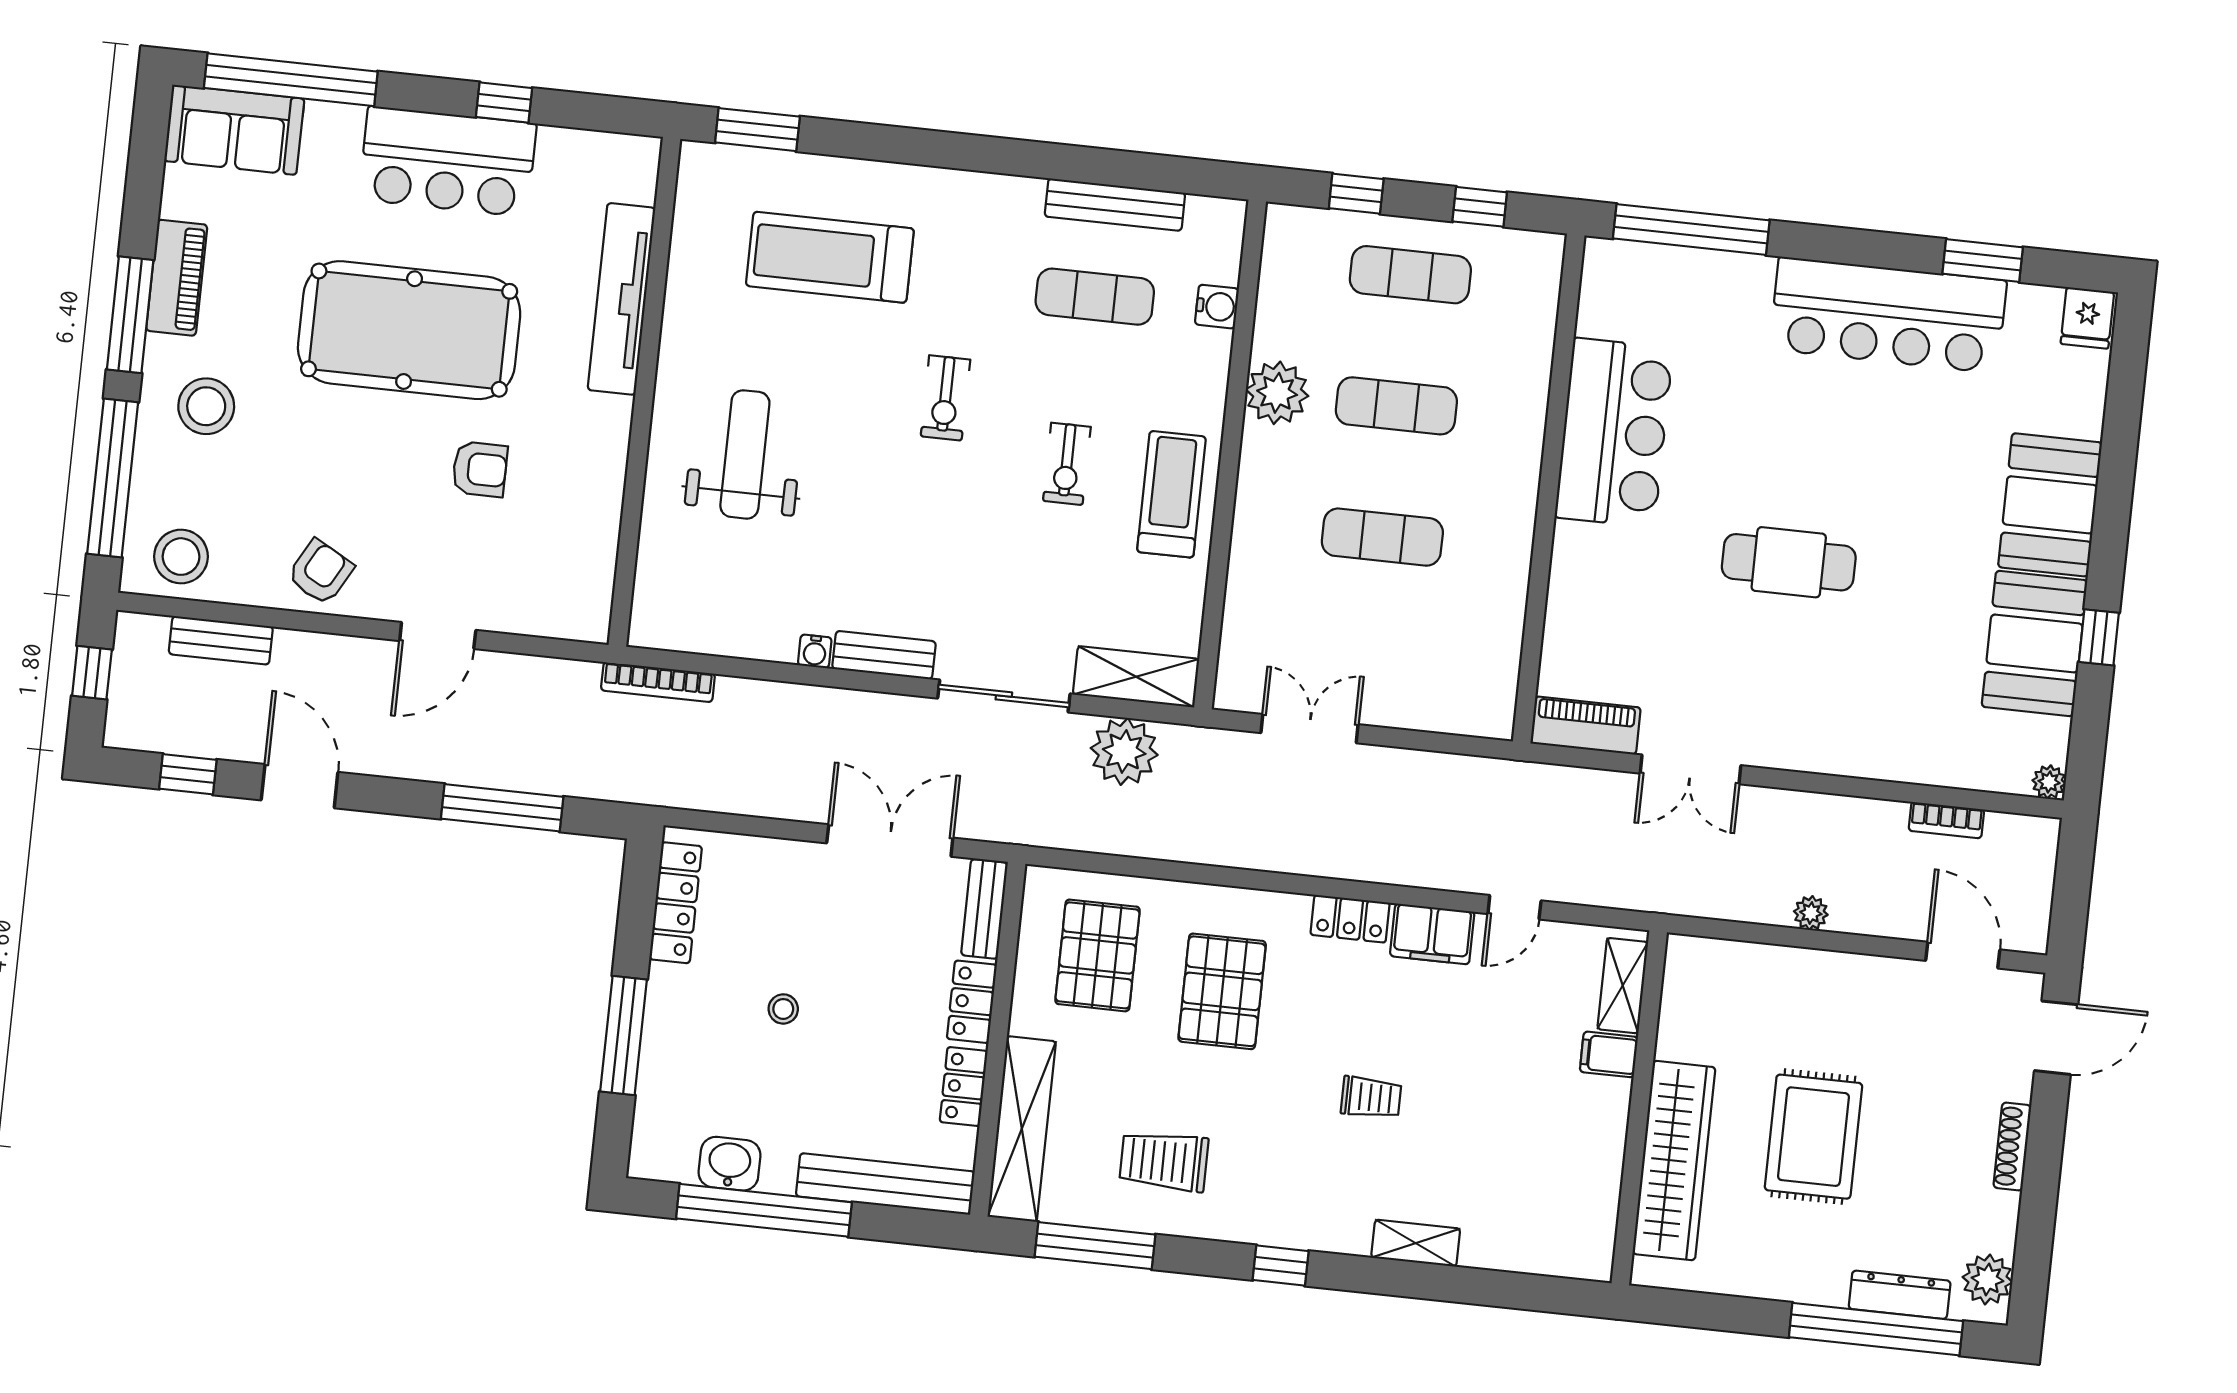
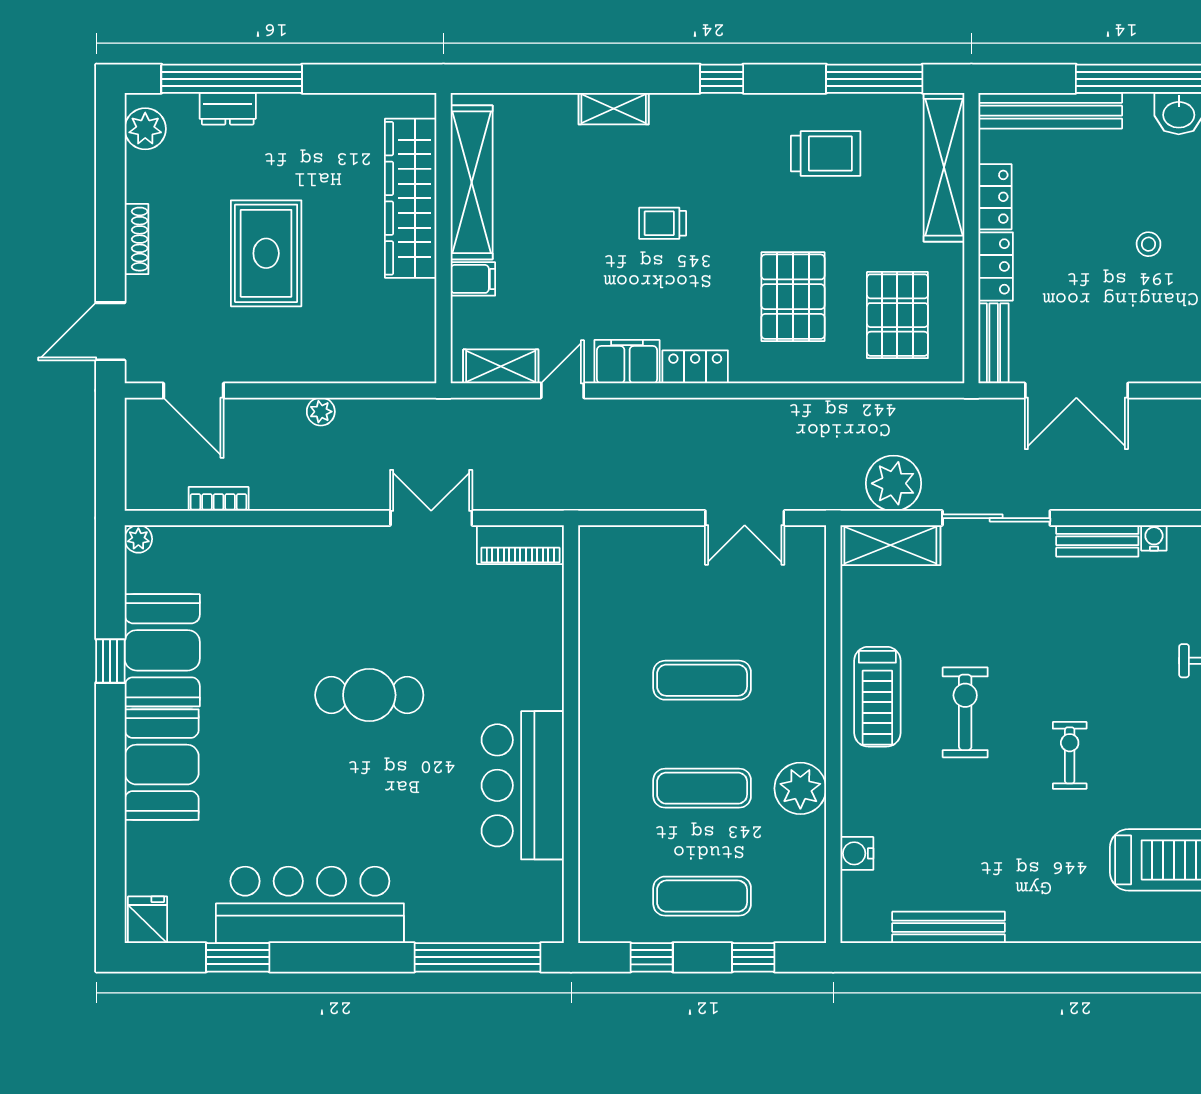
exercise mat: (1095, 297) -> (957, 851), removed
exercise bike: (1067, 464) -> (965, 712), width x1.38, depth x1.39
shelving: (1623, 986) -> (501, 366), moved, turned 90
rug: (1813, 1137) -> (266, 253), moved
shelving: (1598, 1172) -> (472, 182), added
dresser: (1900, 1295) -> (228, 109), width x0.70

